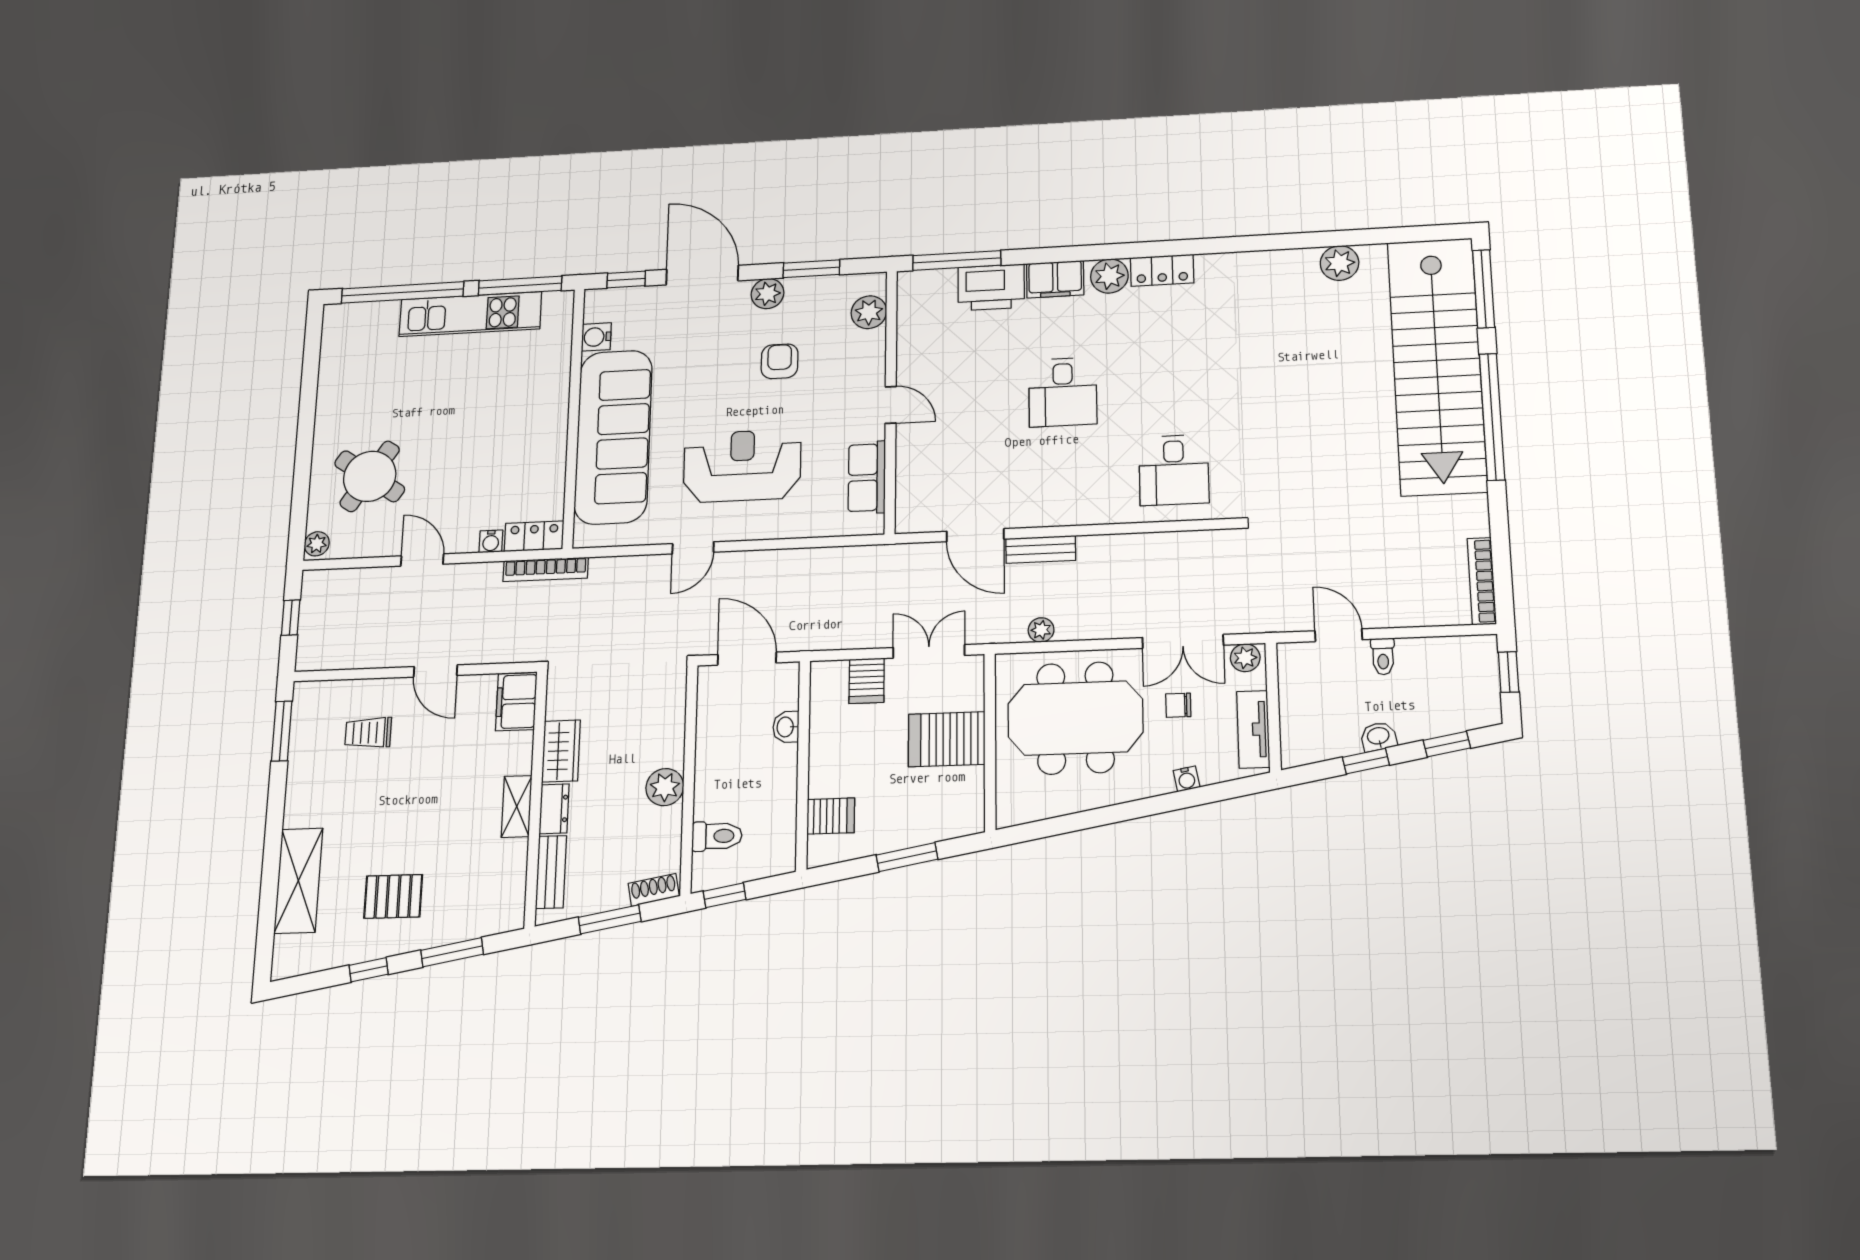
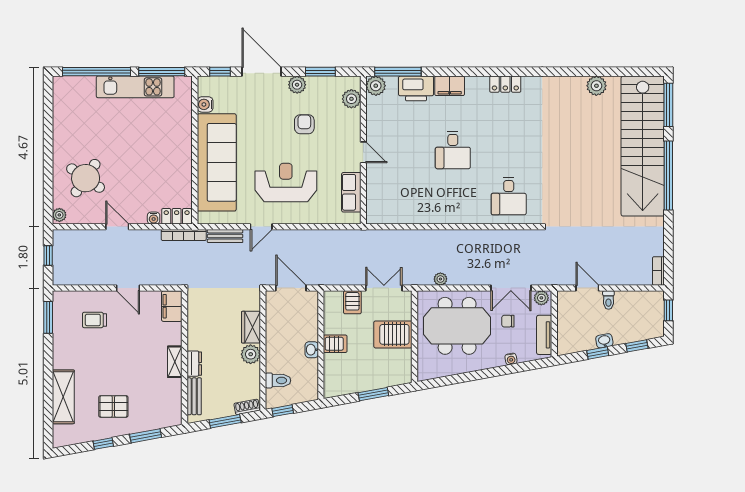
plant: (1109, 276) -> (376, 86), moved
door: (975, 535) -> (407, 227), removed
bench: (1041, 549) -> (225, 236), moved
bookcase: (1482, 581) -> (658, 271), width x0.64
washbasin: (786, 727) -> (312, 350), moved
wardrobe: (561, 751) -> (251, 327), moved, turned 180
server rack: (831, 816) -> (335, 344), moved

